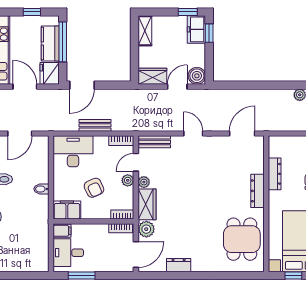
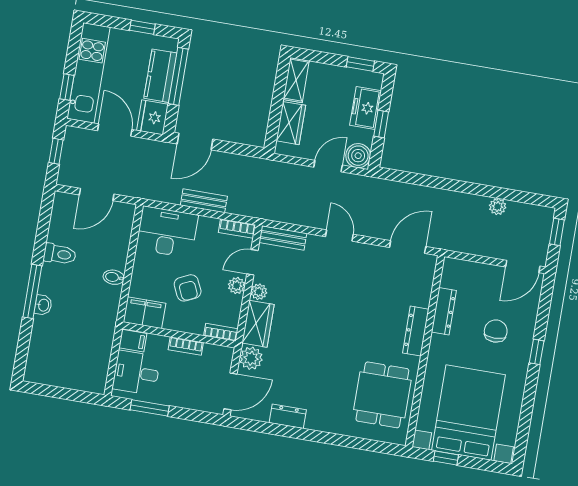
freezer: (196, 29) -> (366, 108), moved
window: (209, 33) -> (381, 124), moved
wardrobe: (152, 76) -> (291, 123), moved, turned 90
bookcase: (121, 228) -> (186, 346), moved

